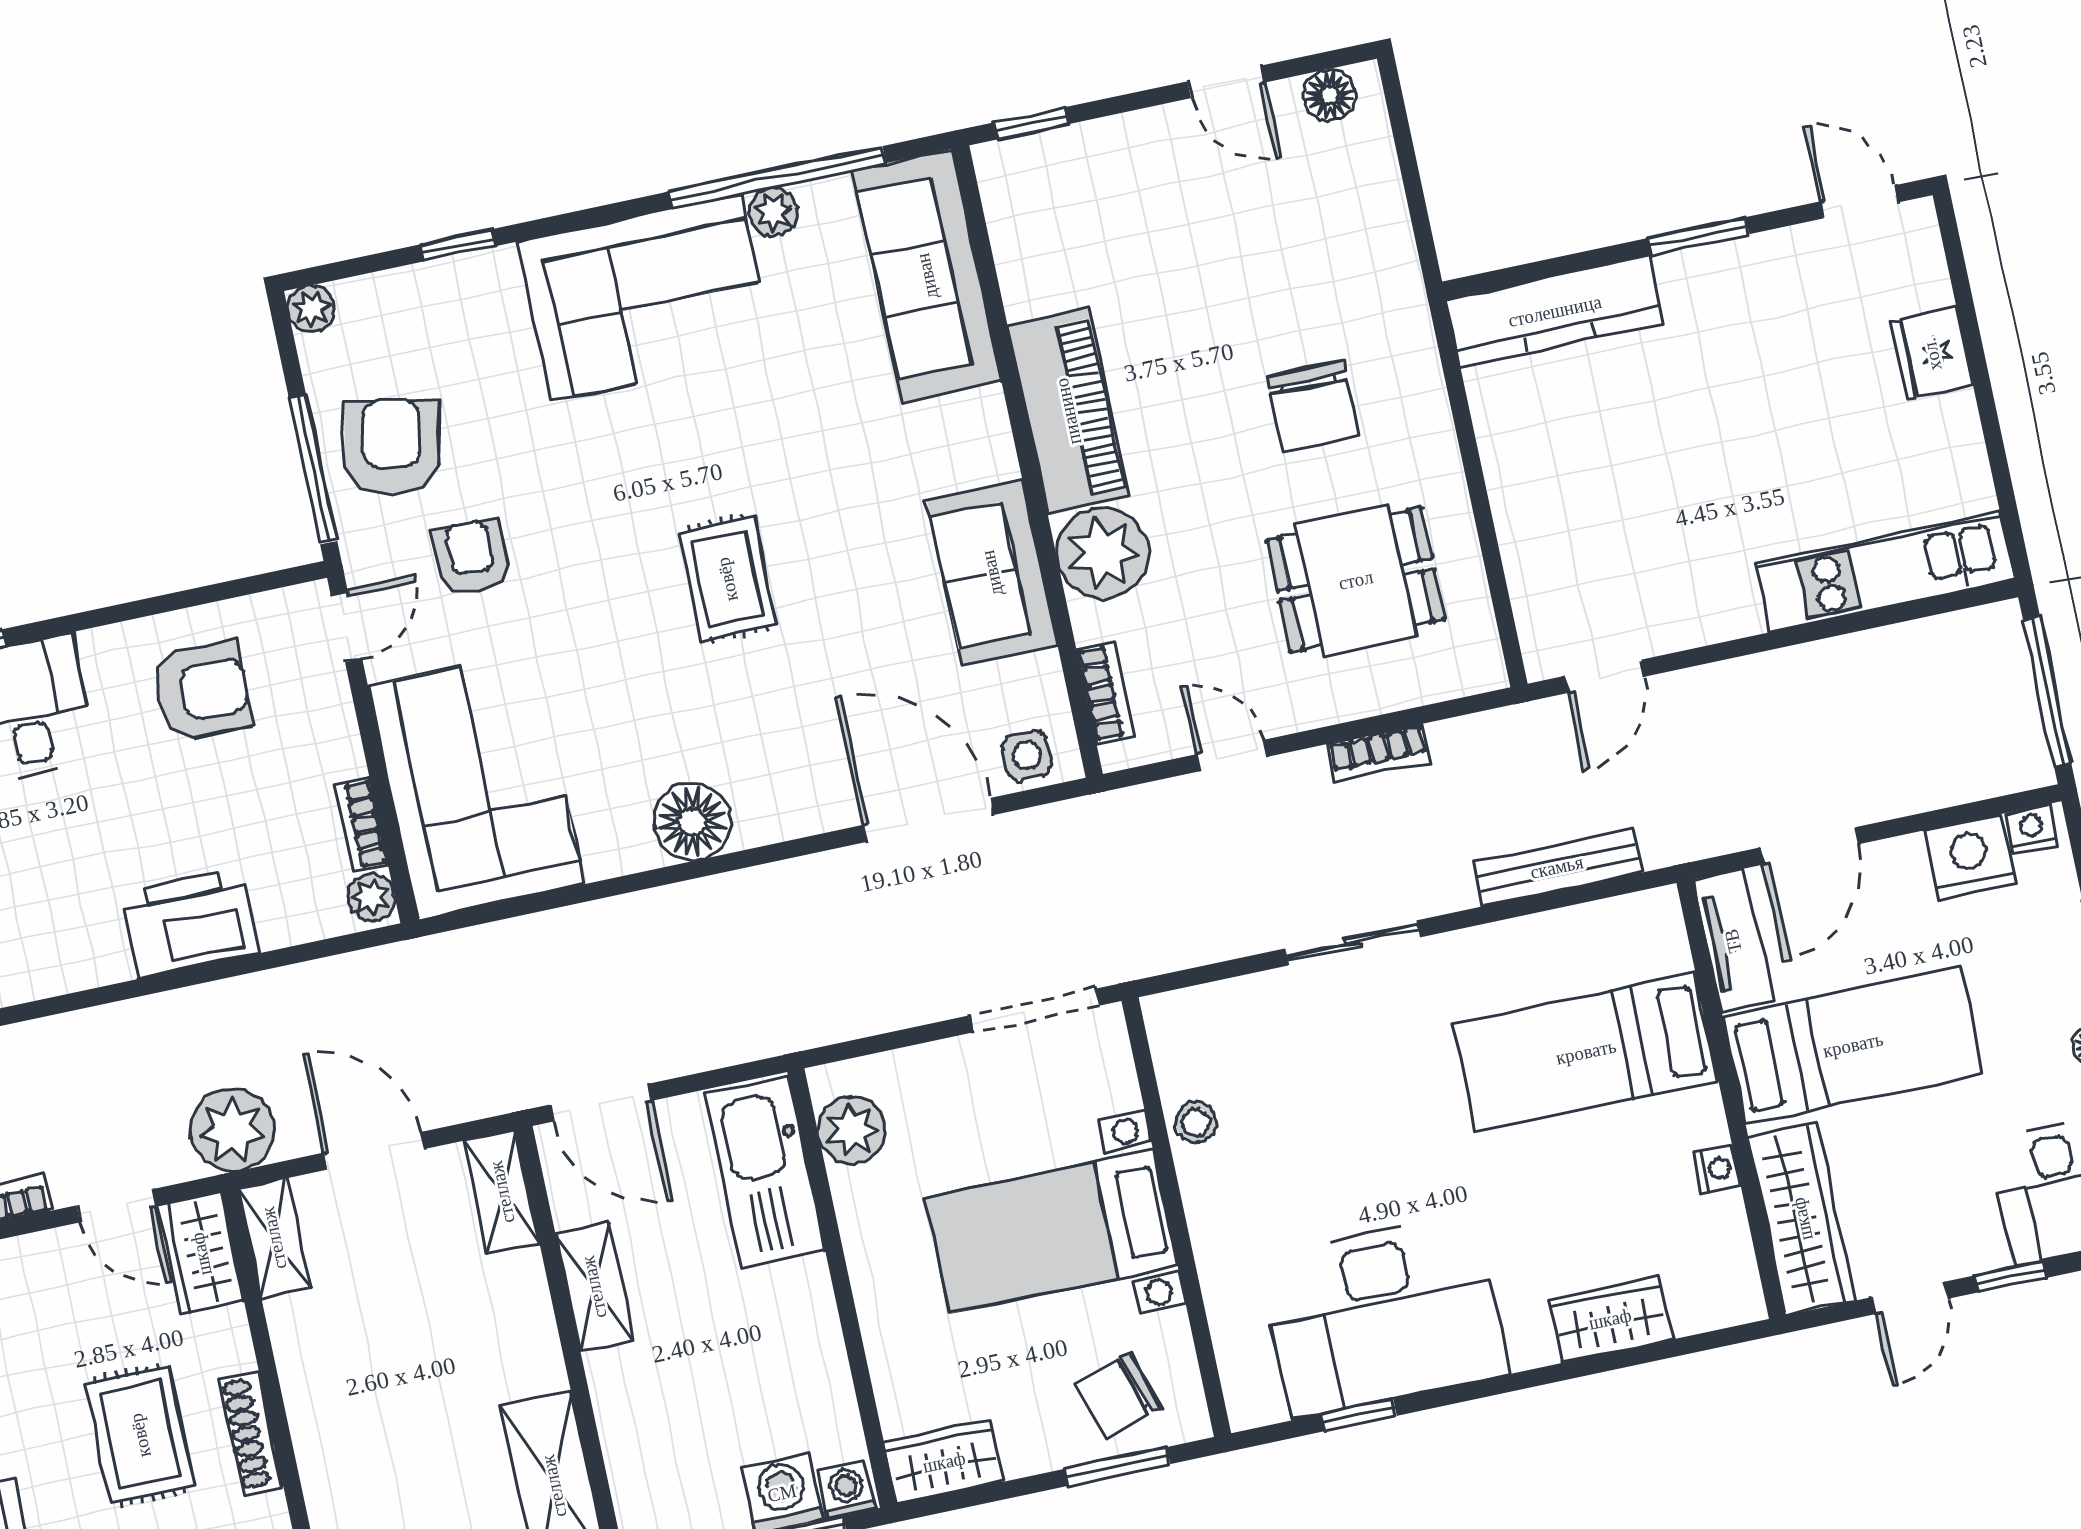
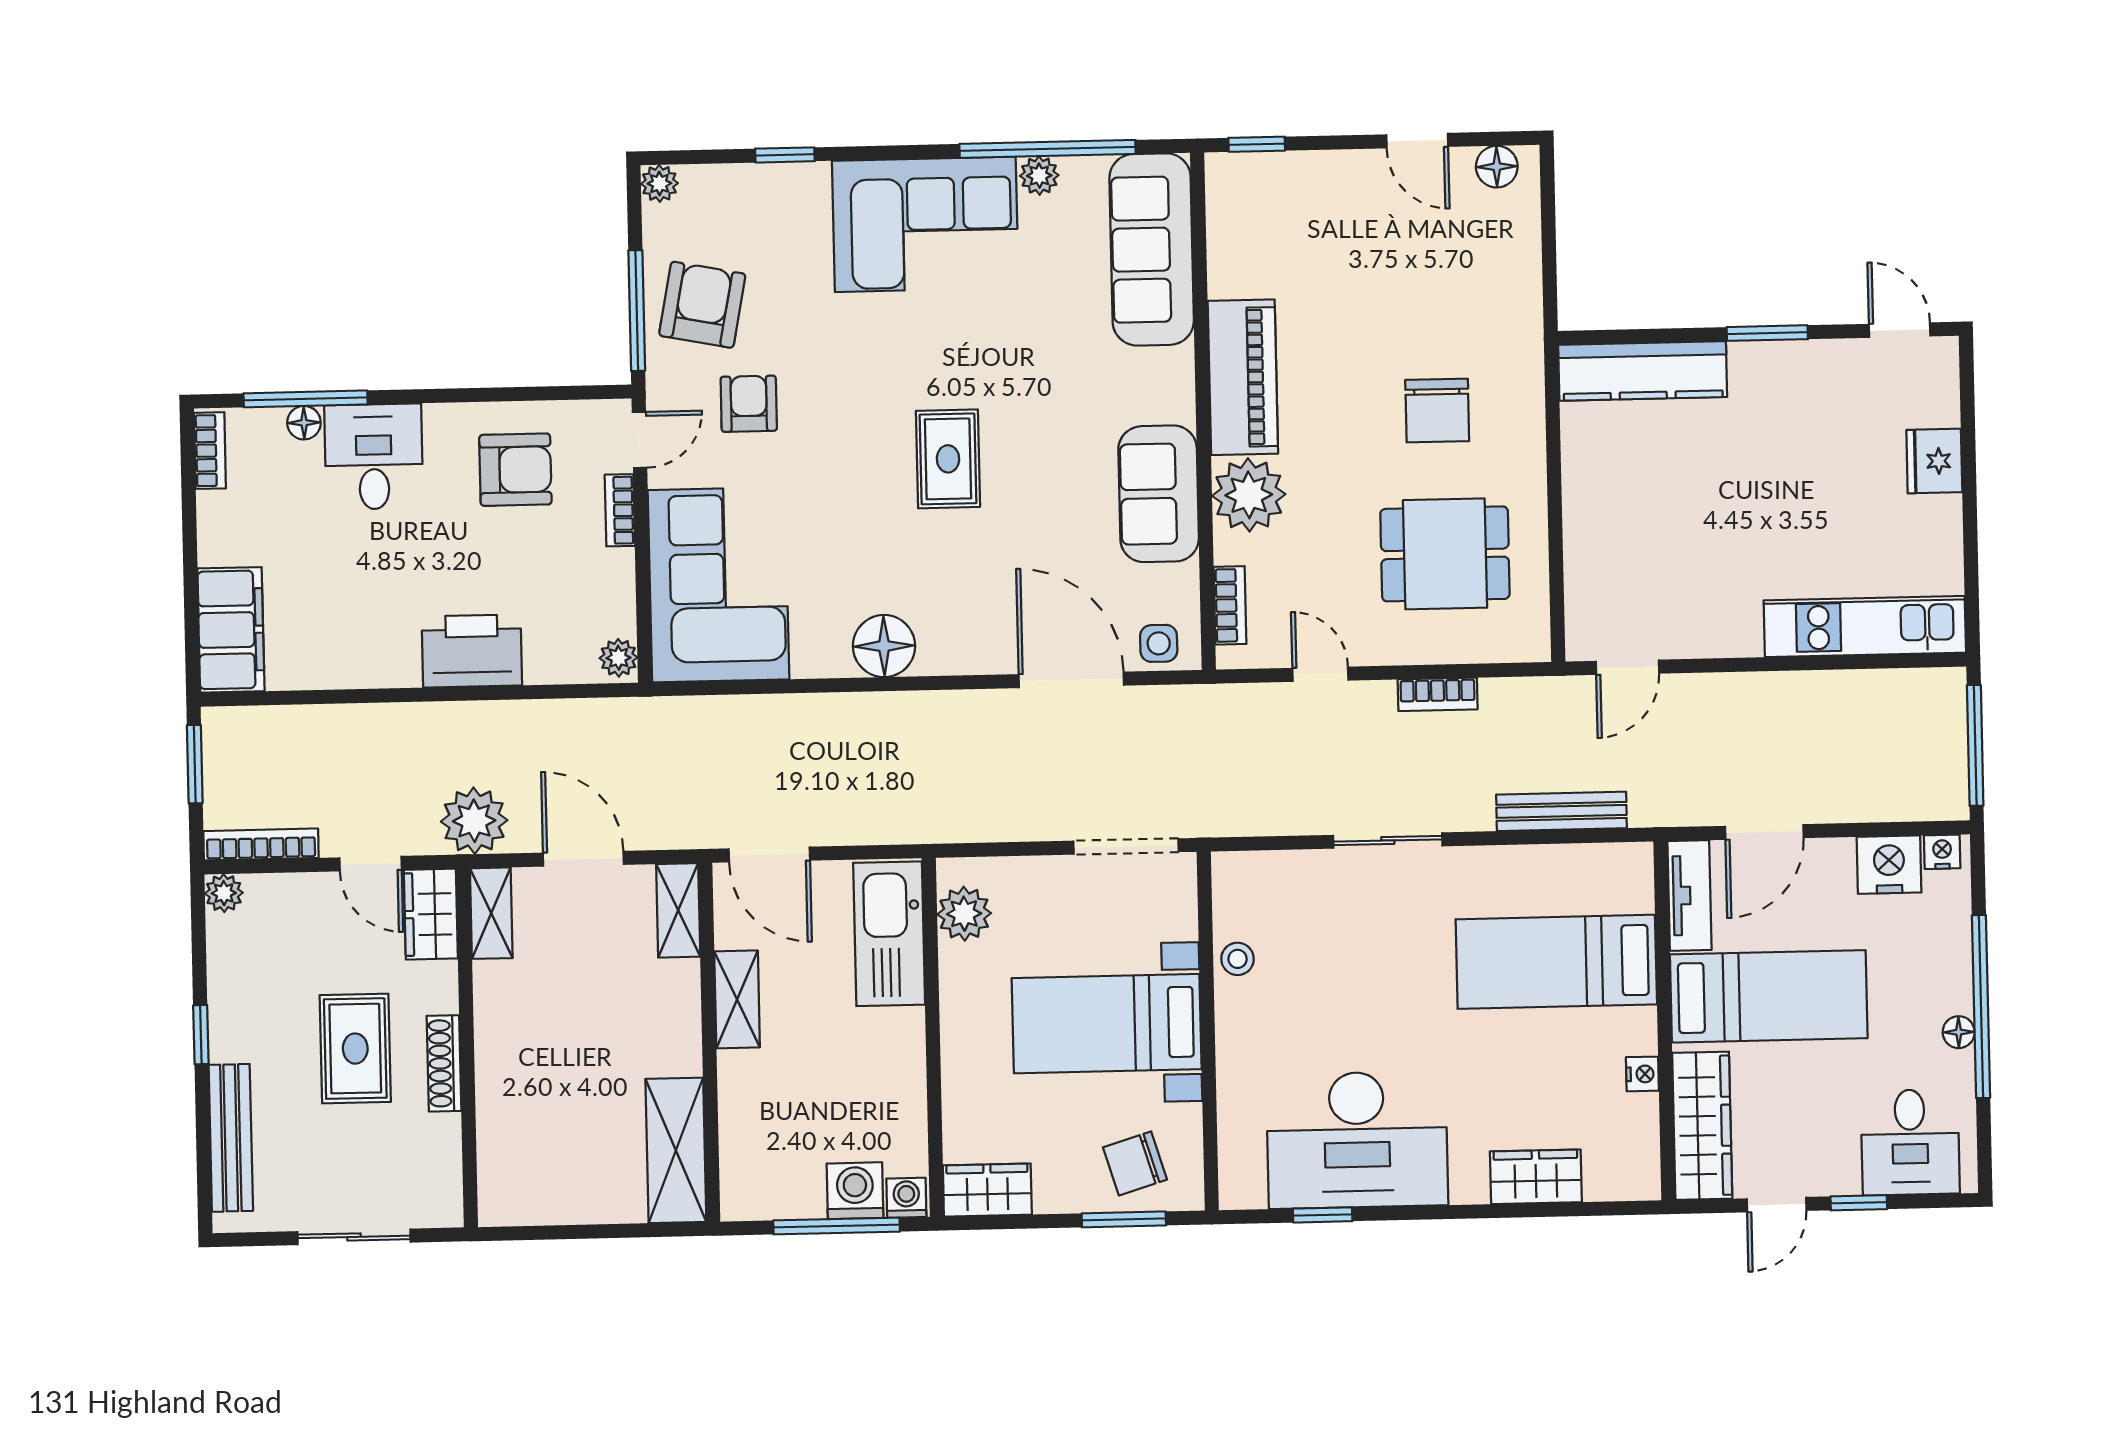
bookcase: (361, 825) -> (620, 510), moved

